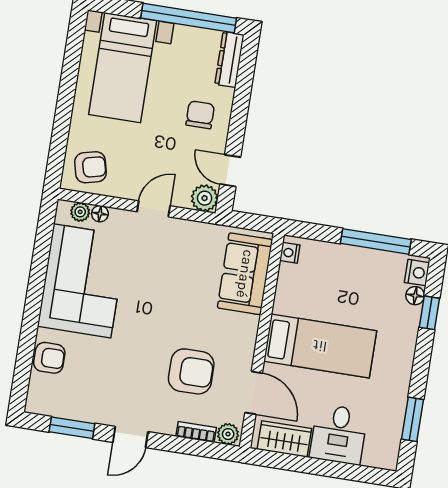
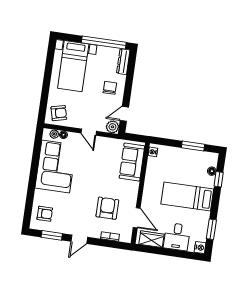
door: (230, 171) -> (124, 114), hinge flipped
door: (154, 209) -> (89, 132), swing flipped
window: (376, 241) -> (193, 146), width x0.69
nightstand: (417, 273) -> (200, 248), moved
bed: (320, 346) -> (187, 197), moved, turned 180
armchair: (49, 358) -> (45, 214), moved
armchair: (191, 371) -> (107, 208), turned -90
plant: (228, 434) -> (125, 237), removed

